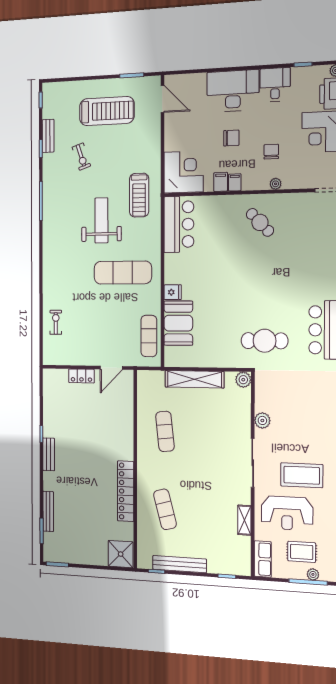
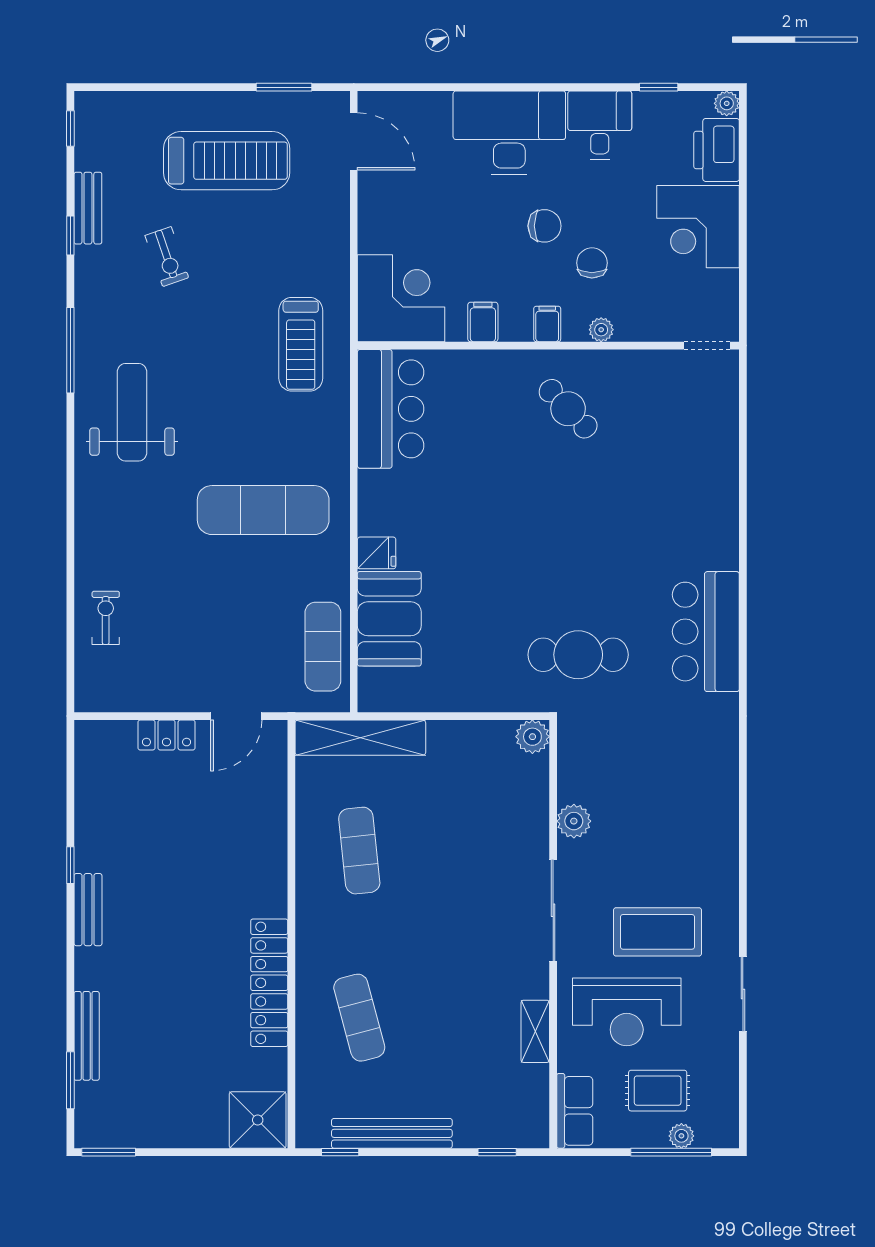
chair: (231, 138) -> (545, 226), moved
filing cabinet: (235, 182) -> (547, 324), moved
weight bench: (101, 220) -> (132, 412), moved
shelving: (194, 379) -> (360, 738), moved

